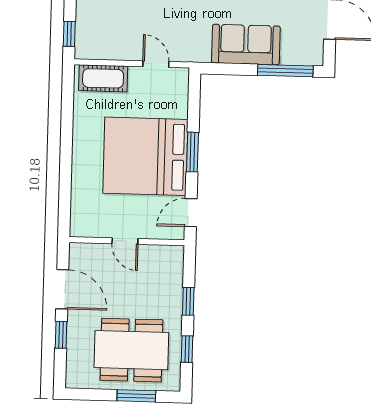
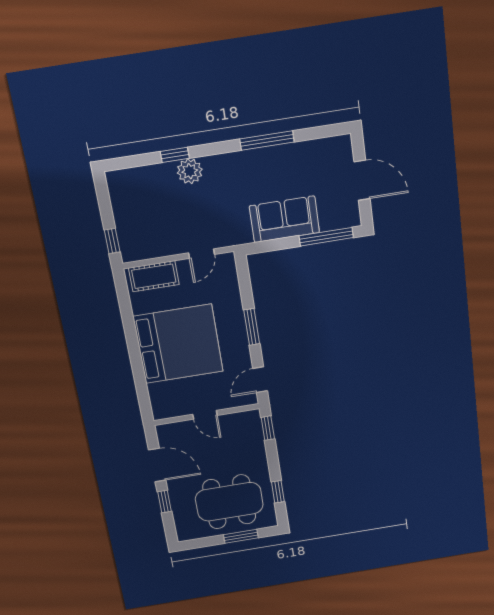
door: (156, 64) -> (202, 254), swing flipped
bed: (145, 156) -> (178, 344), moved, turned 180
window: (188, 301) -> (268, 428), moved

